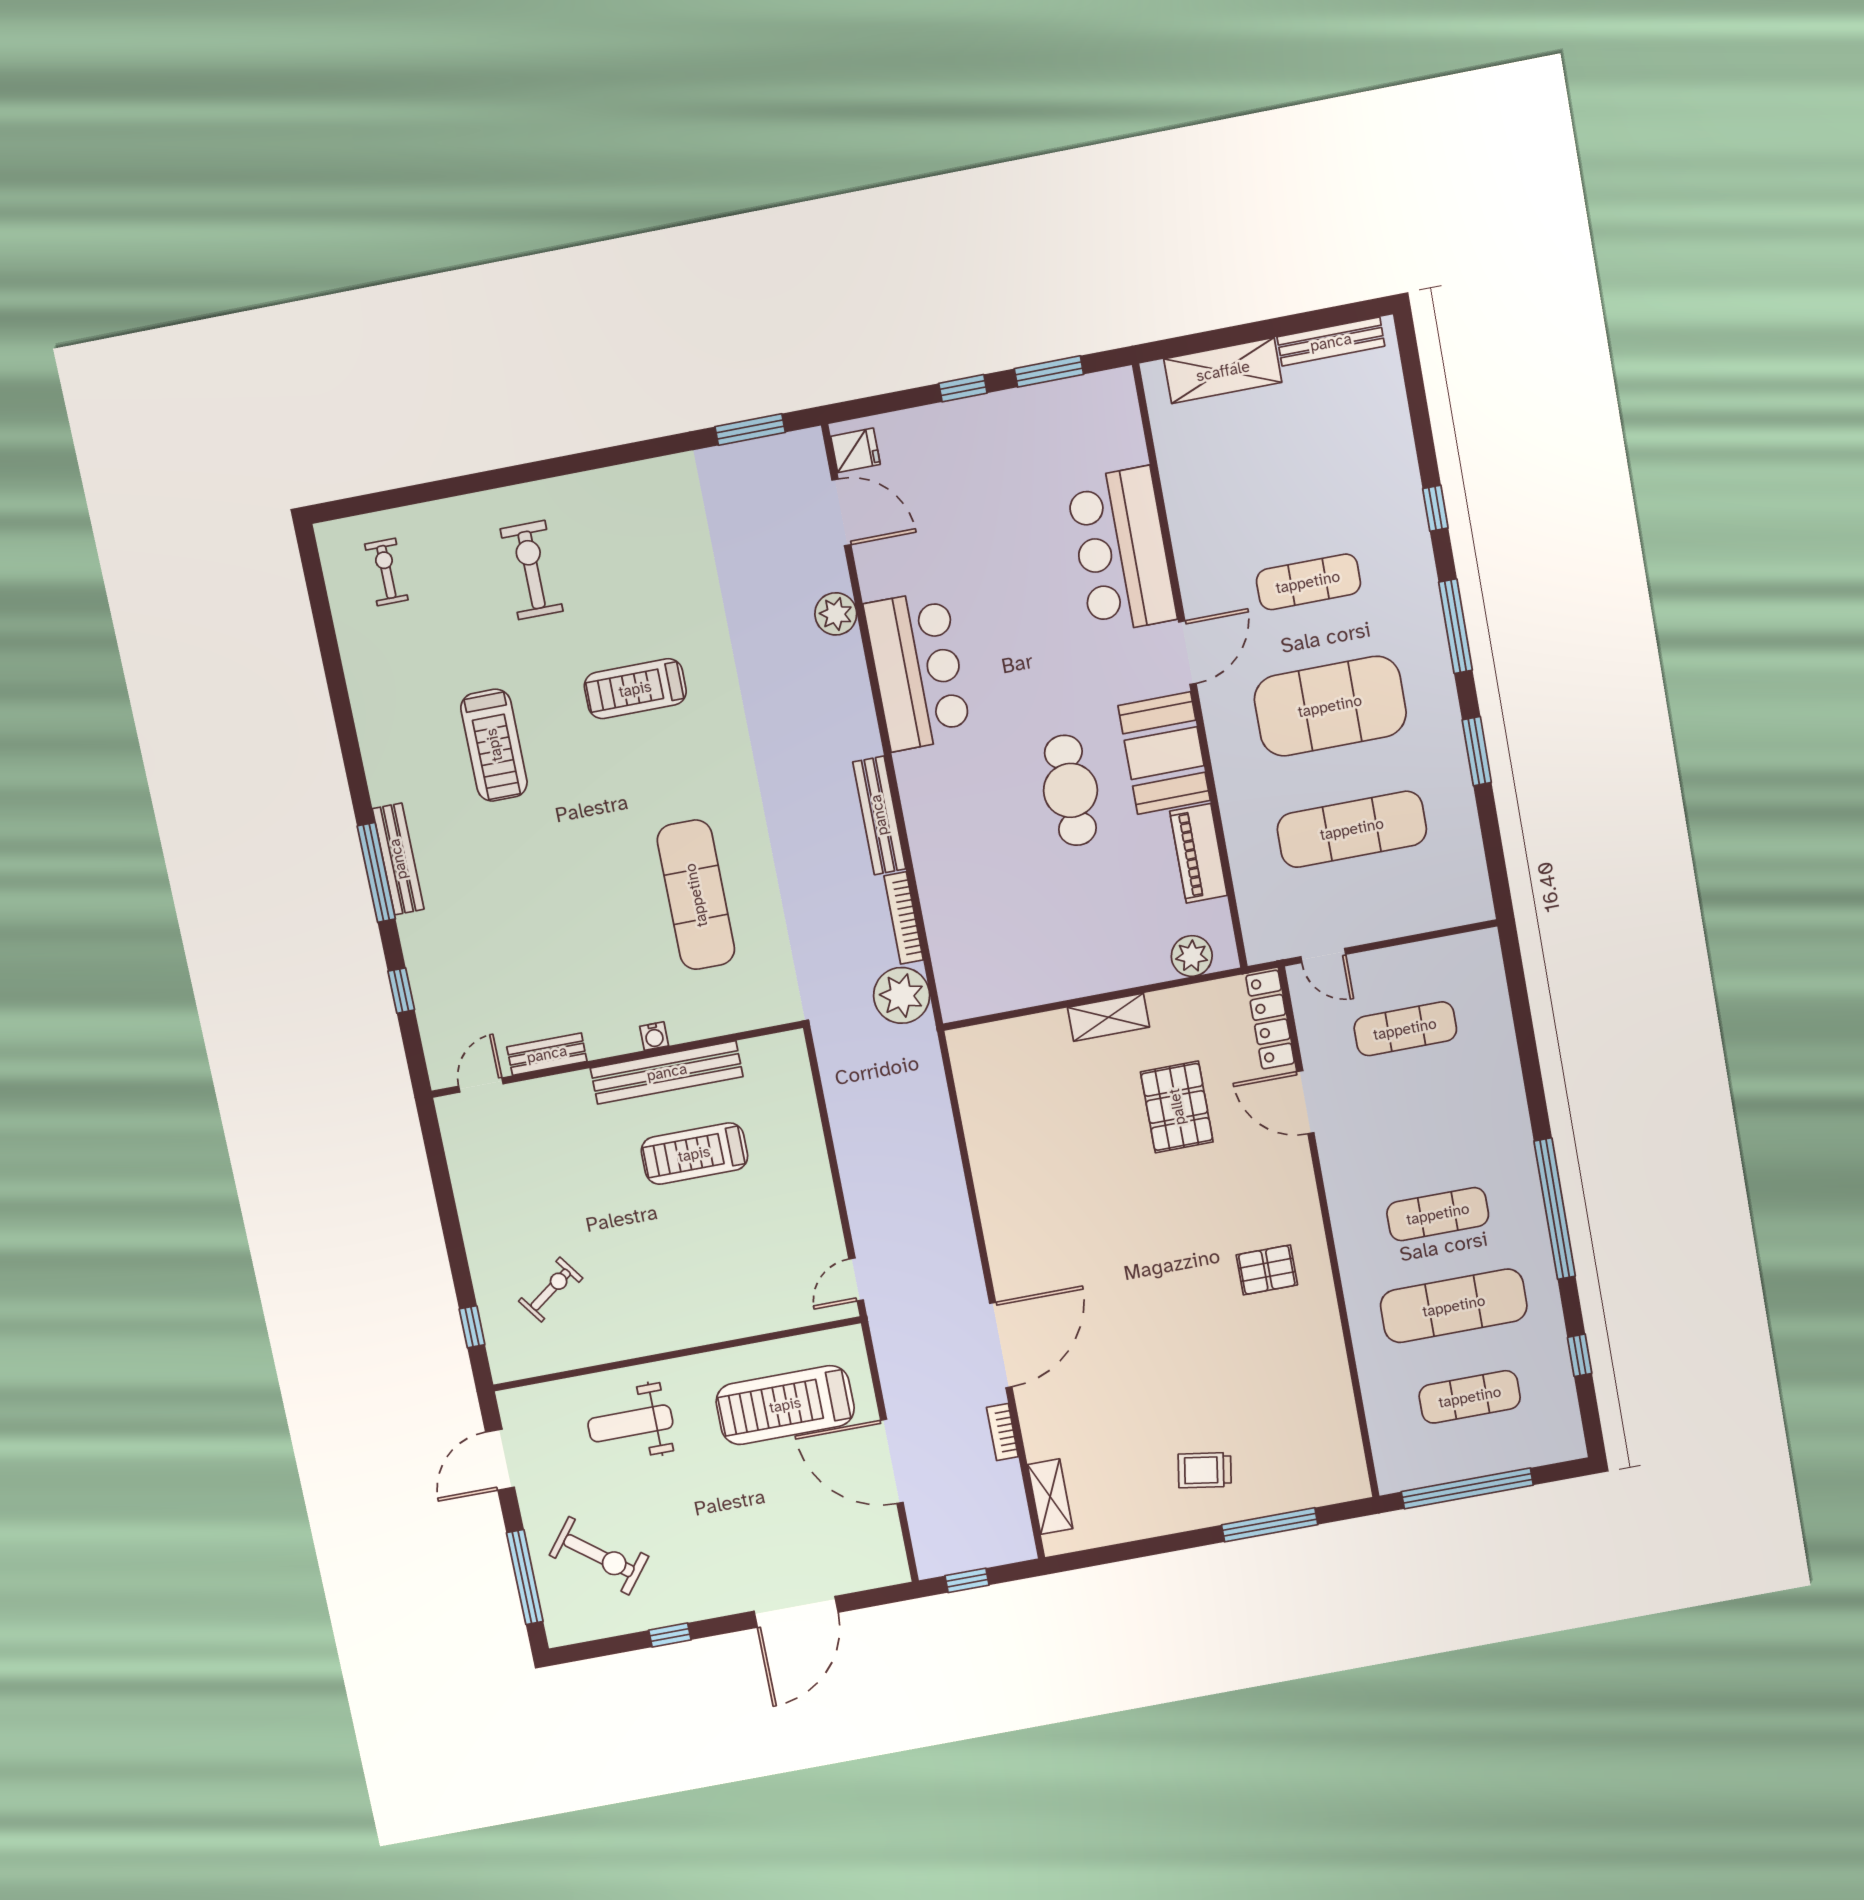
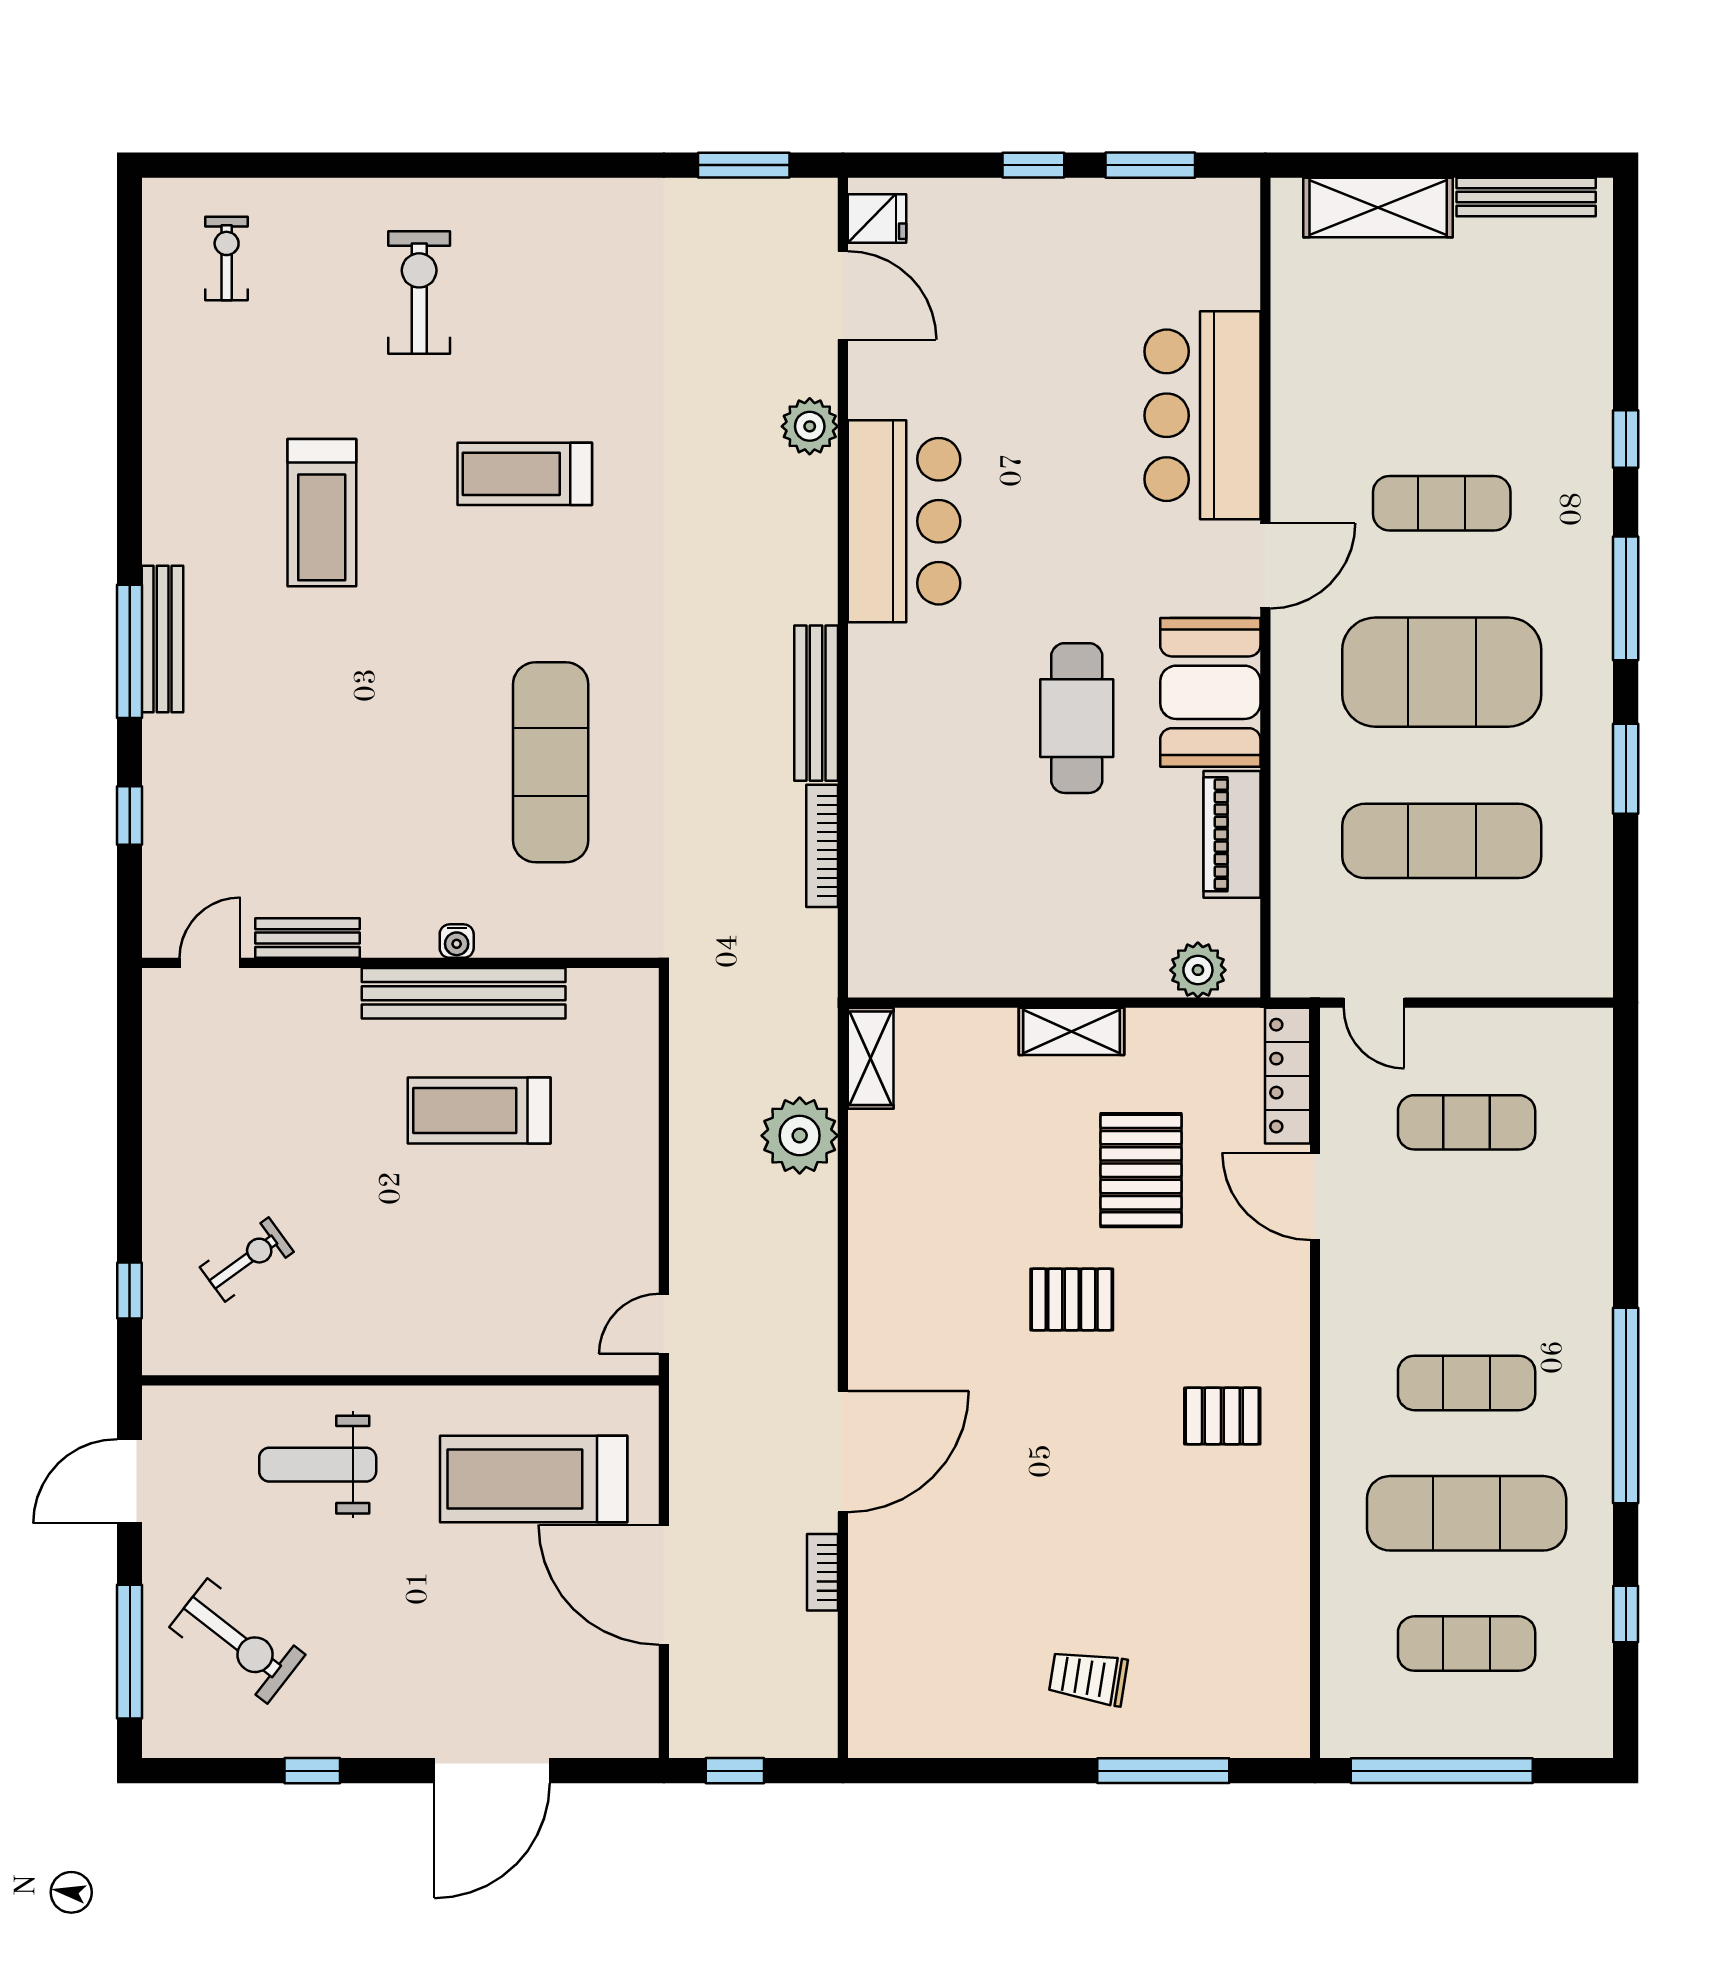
plant: (902, 995) -> (800, 1136), moved
pallet: (1144, 1208) -> (1072, 1299), added
shelving: (1050, 1497) -> (871, 1058), moved

